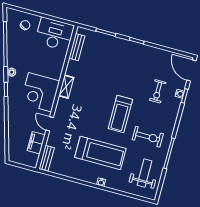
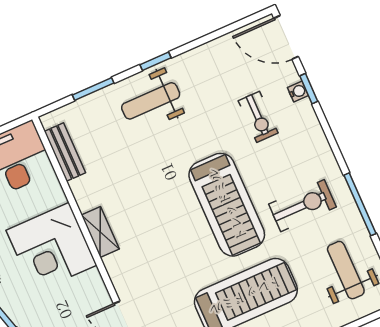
weight bench: (123, 54) -> (151, 101), added
corner desk: (40, 92) -> (51, 248), moved
treadmill: (120, 114) -> (227, 205), width x1.37, depth x1.38

